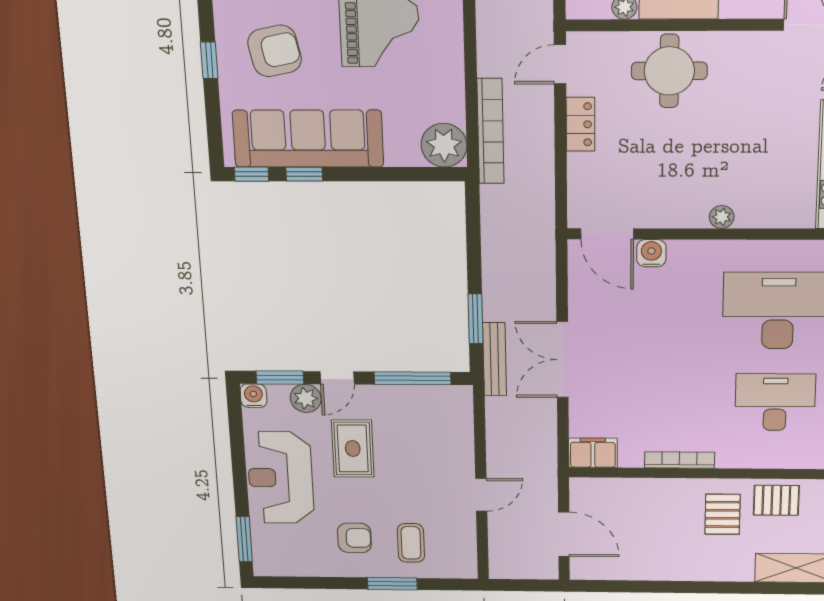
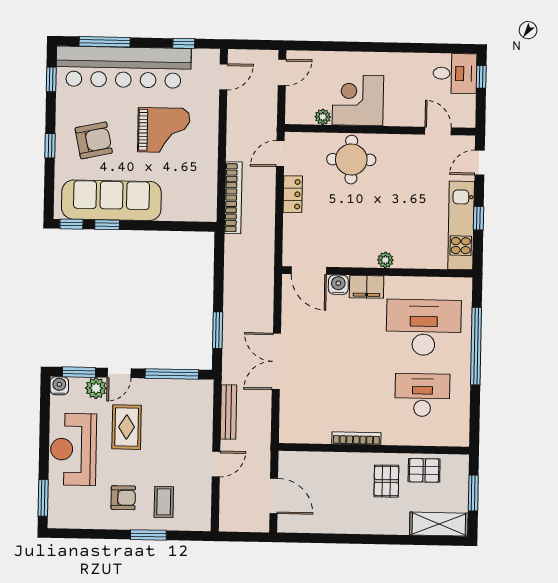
plant: (444, 145) -> (202, 207), removed
bench: (495, 359) -> (229, 412), moved
filing cabinet: (593, 453) -> (367, 287), moved, turned 180

